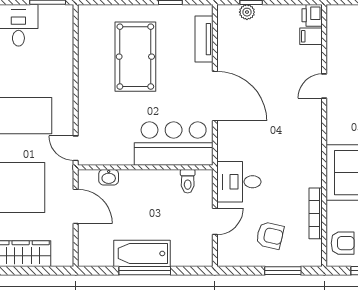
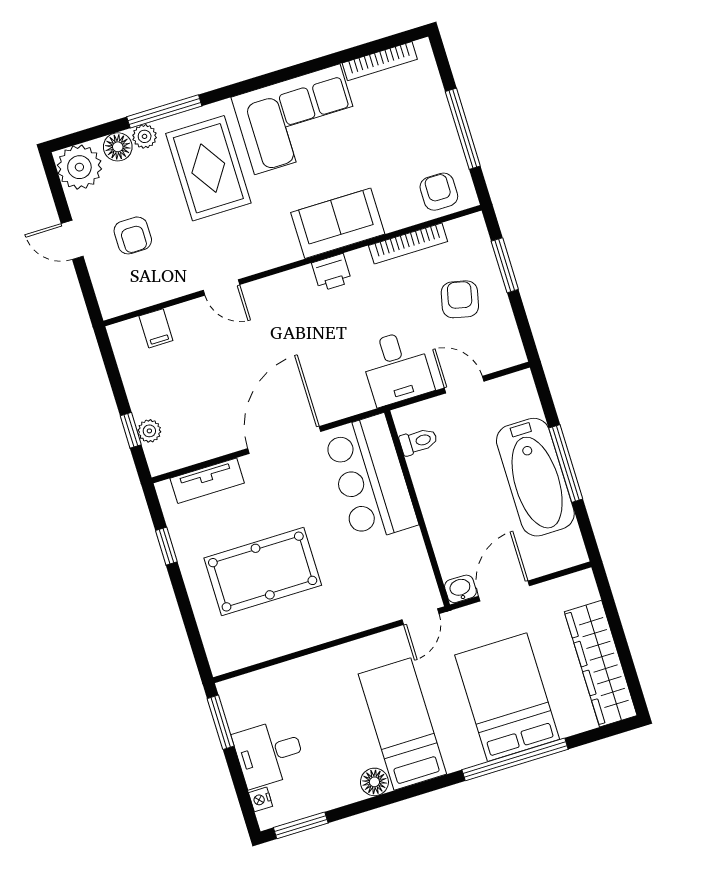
printer: (312, 15) -> (332, 272), moved
washbasin: (109, 177) -> (460, 589), moved, turned -90
bathtub: (142, 253) -> (535, 477), width x1.36, depth x1.36

